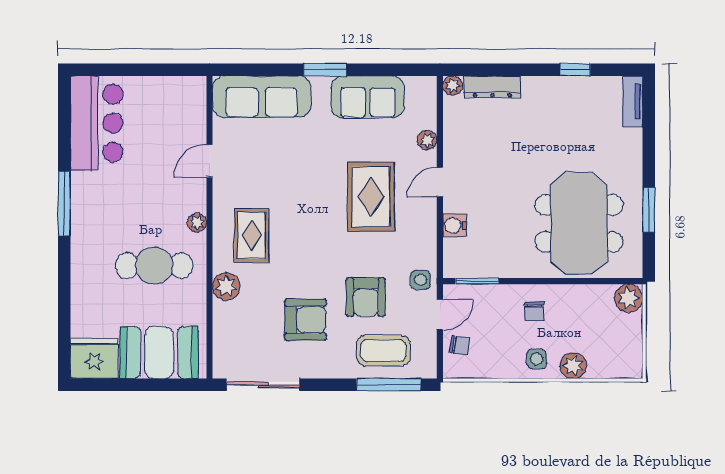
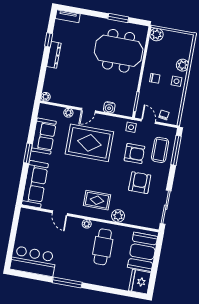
dresser: (492, 87) -> (54, 55), moved
door: (440, 182) -> (88, 110), hinge flipped
rug: (371, 197) -> (89, 143), width x1.37, depth x1.44

